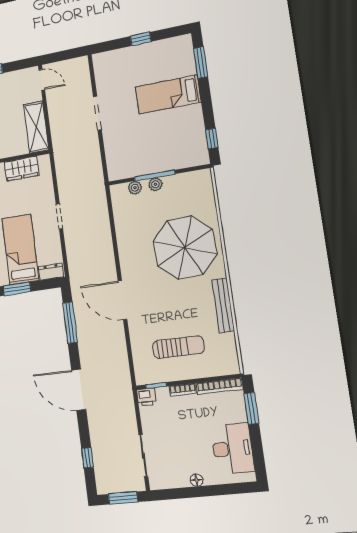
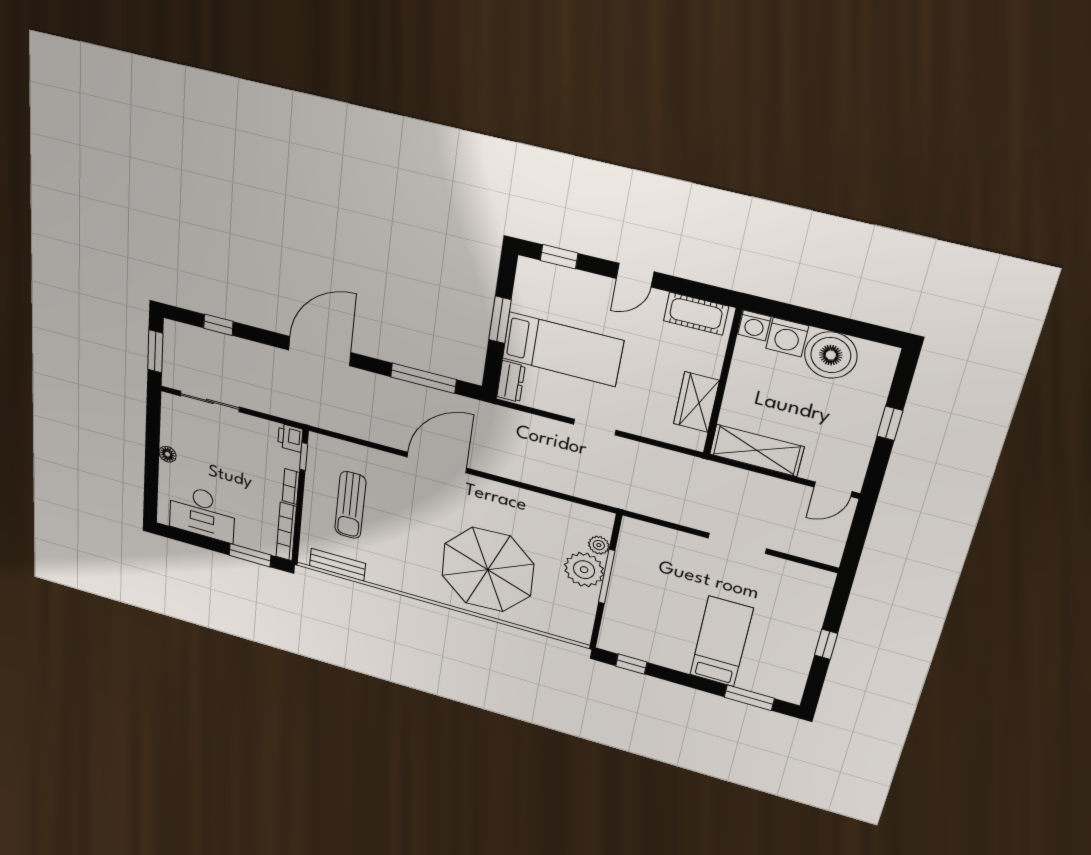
plant: (155, 184) -> (584, 570), width x1.87, depth x1.87
bench: (223, 305) -> (337, 565), moved, width x0.73

